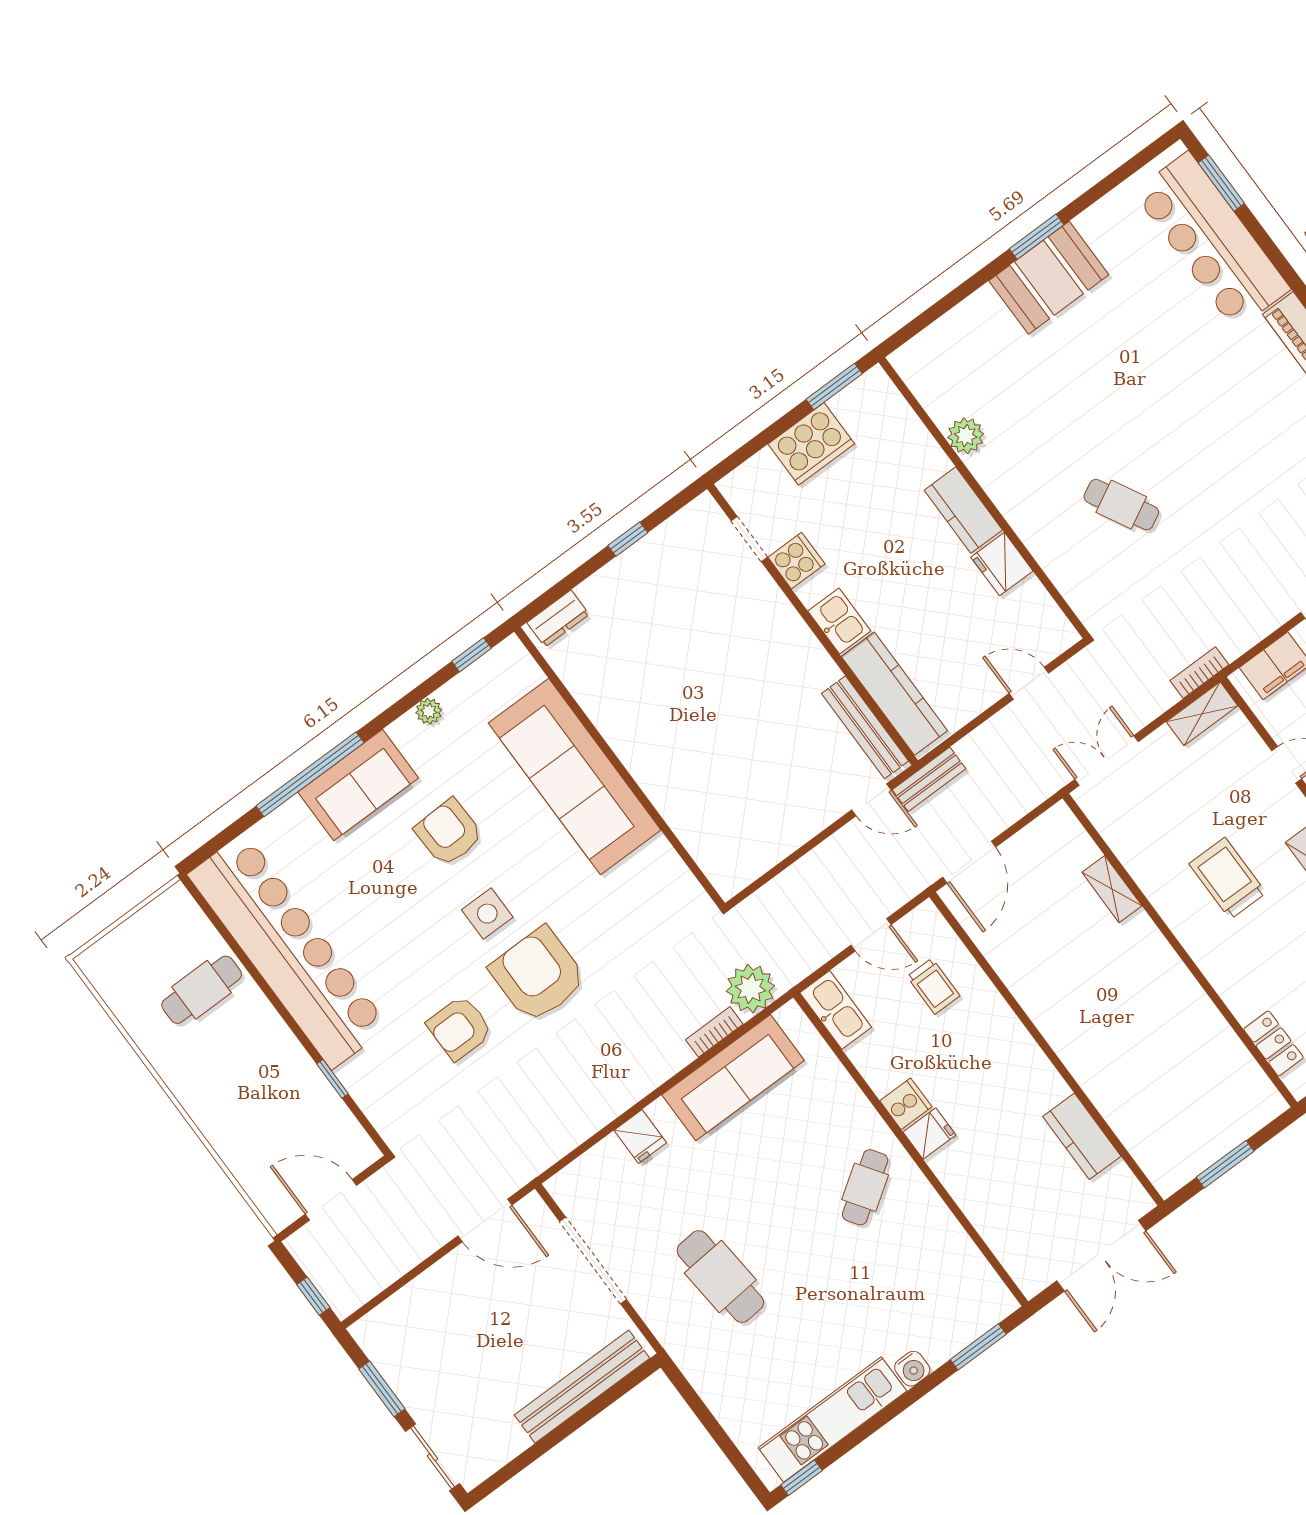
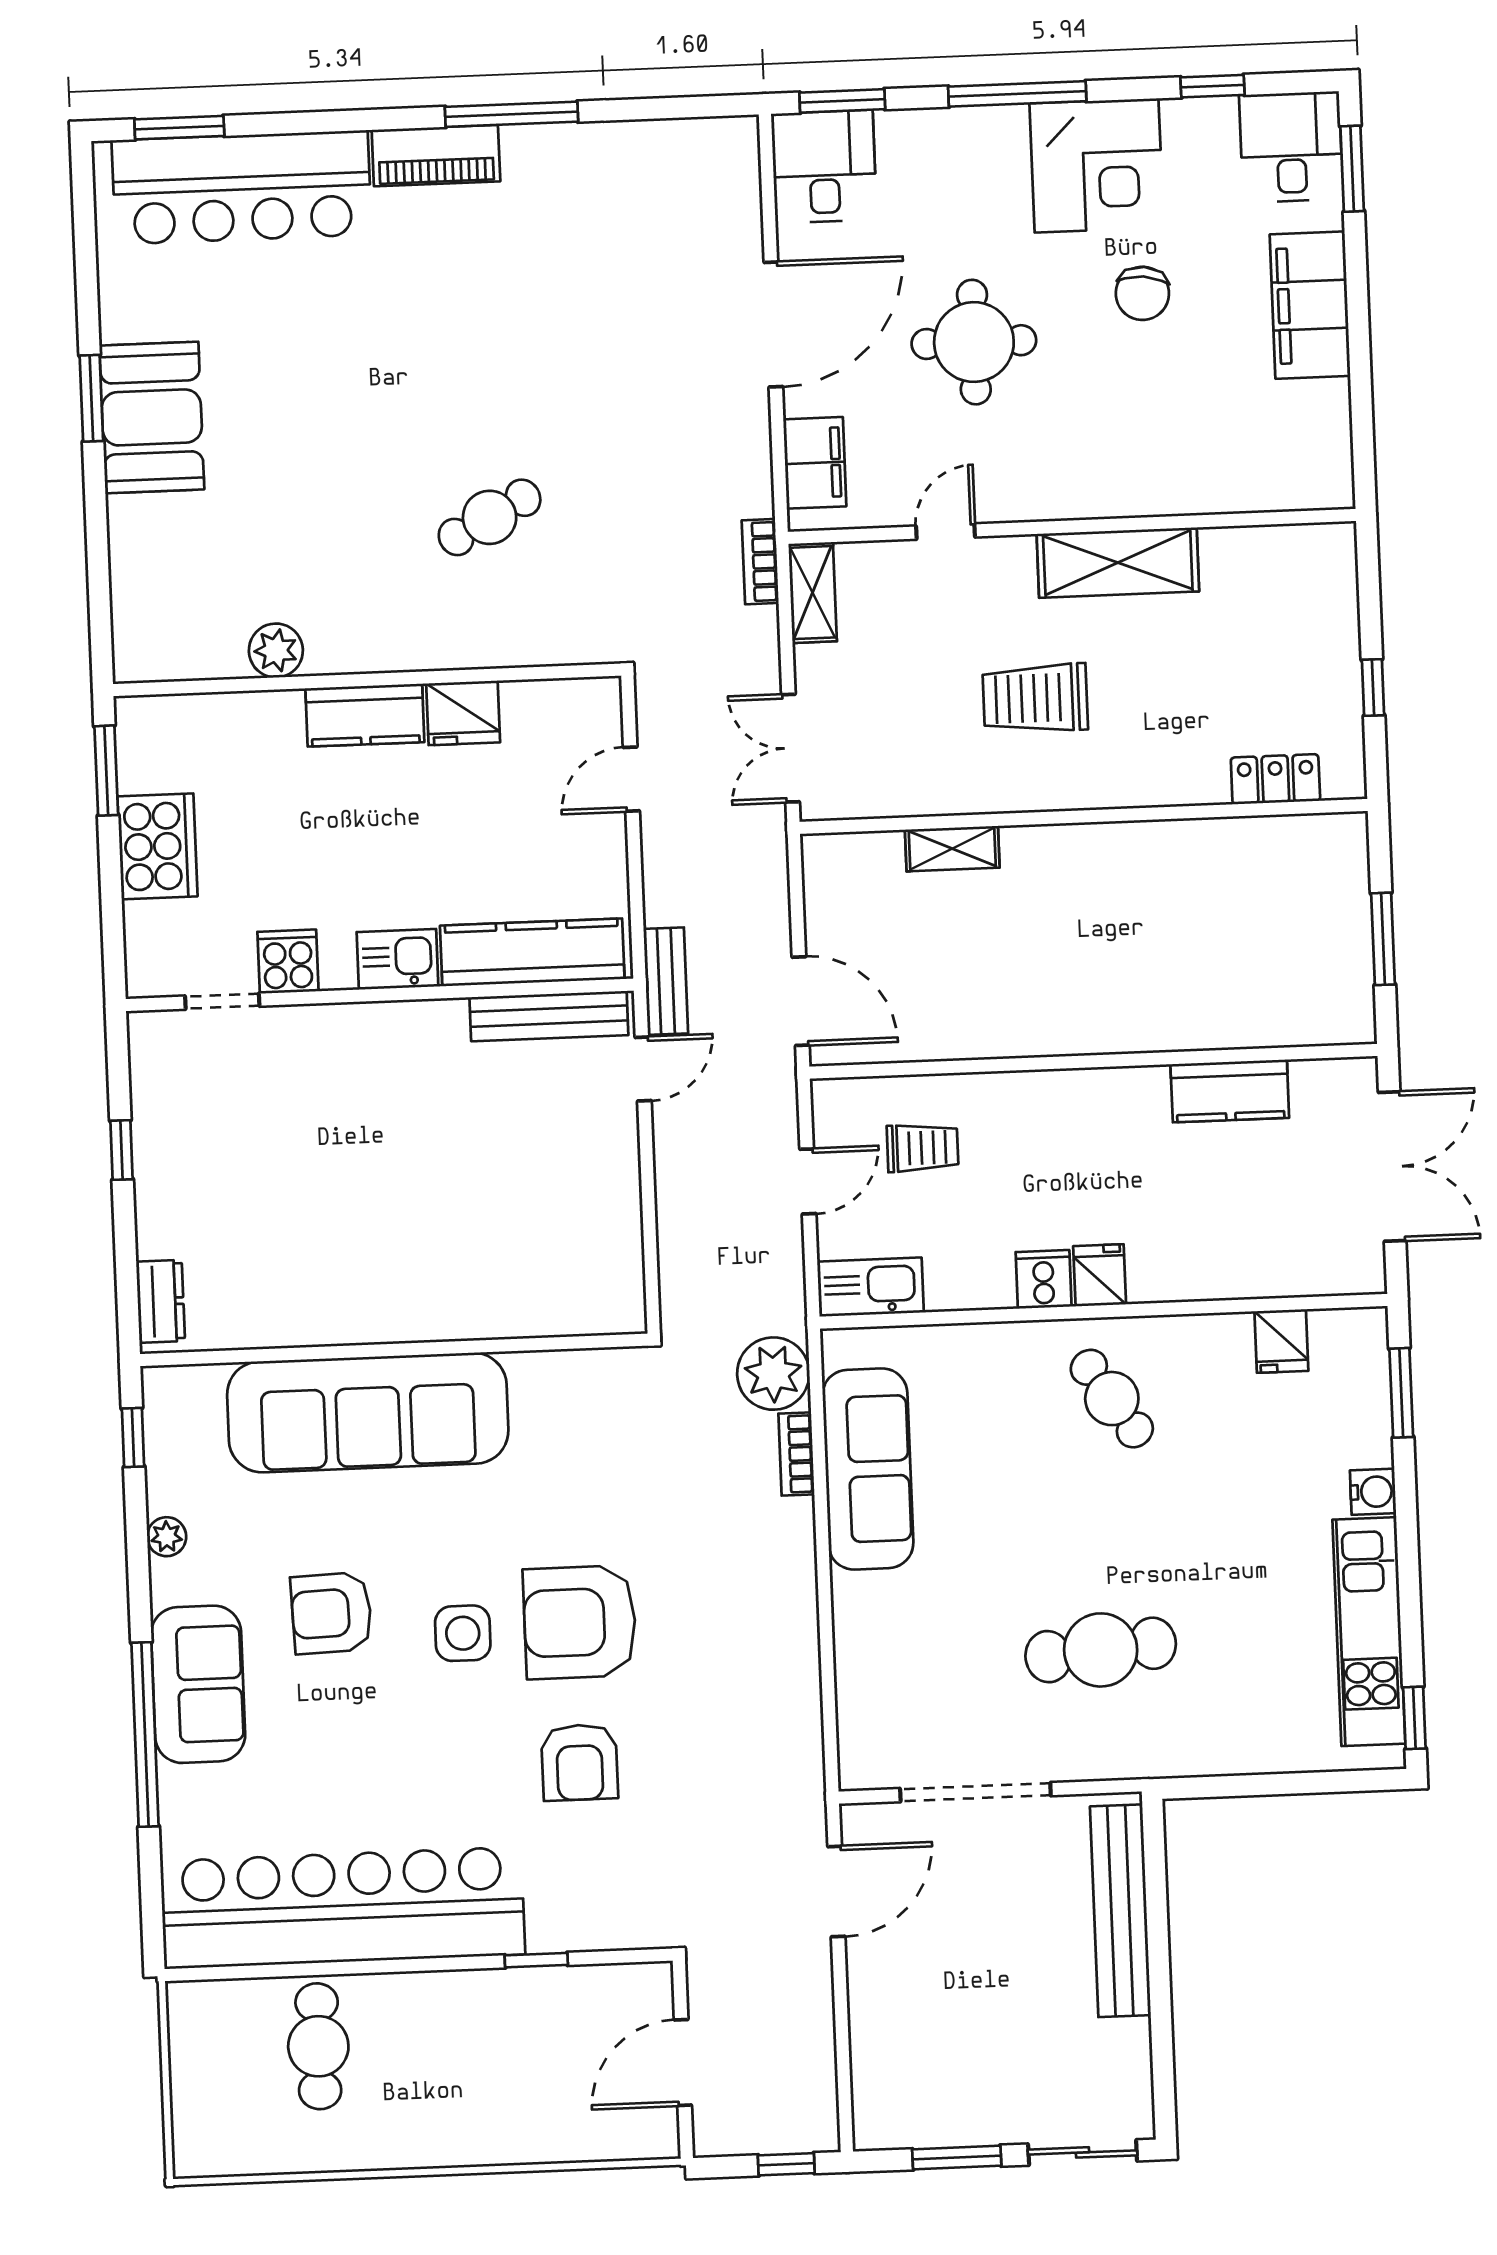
fridge: (640, 1136) -> (1281, 1341), moved, turned 90

